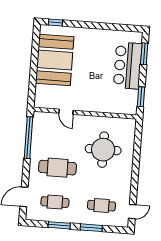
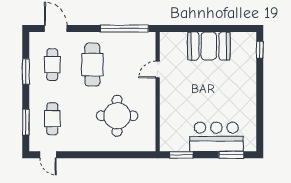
booth: (55, 60) -> (209, 46), width x0.73, depth x0.70
window: (91, 228) -> (26, 122), moved

